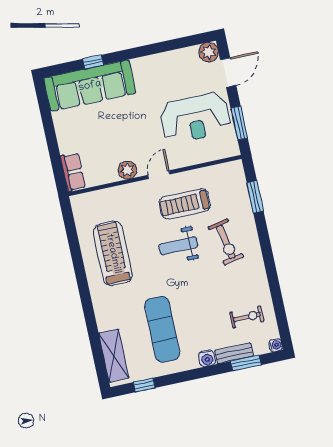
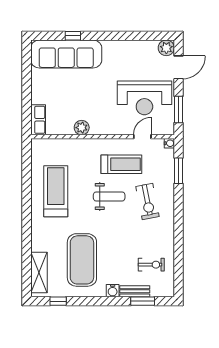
door: (159, 175) -> (142, 137), moved
treadmill: (185, 204) -> (121, 164), turned 180
weight bench: (178, 246) -> (109, 196), turned 180
exercise mat: (162, 329) -> (82, 260), width x1.47
water cooler: (276, 345) -> (169, 143), moved

